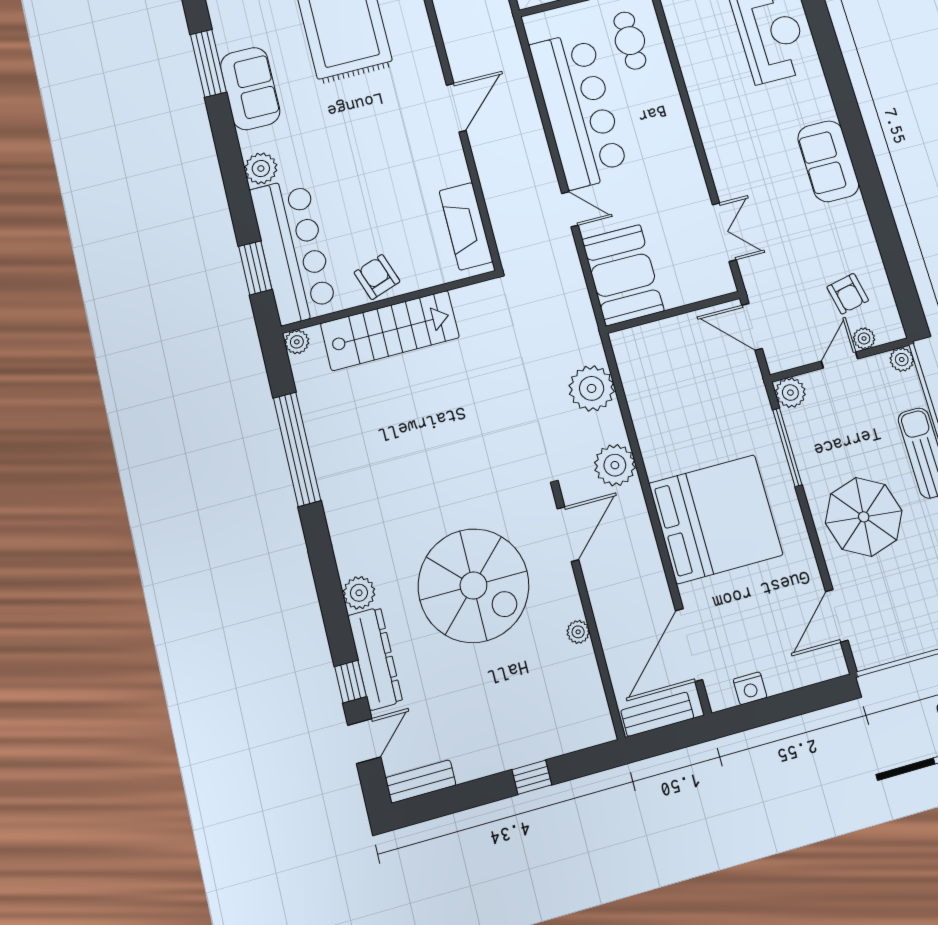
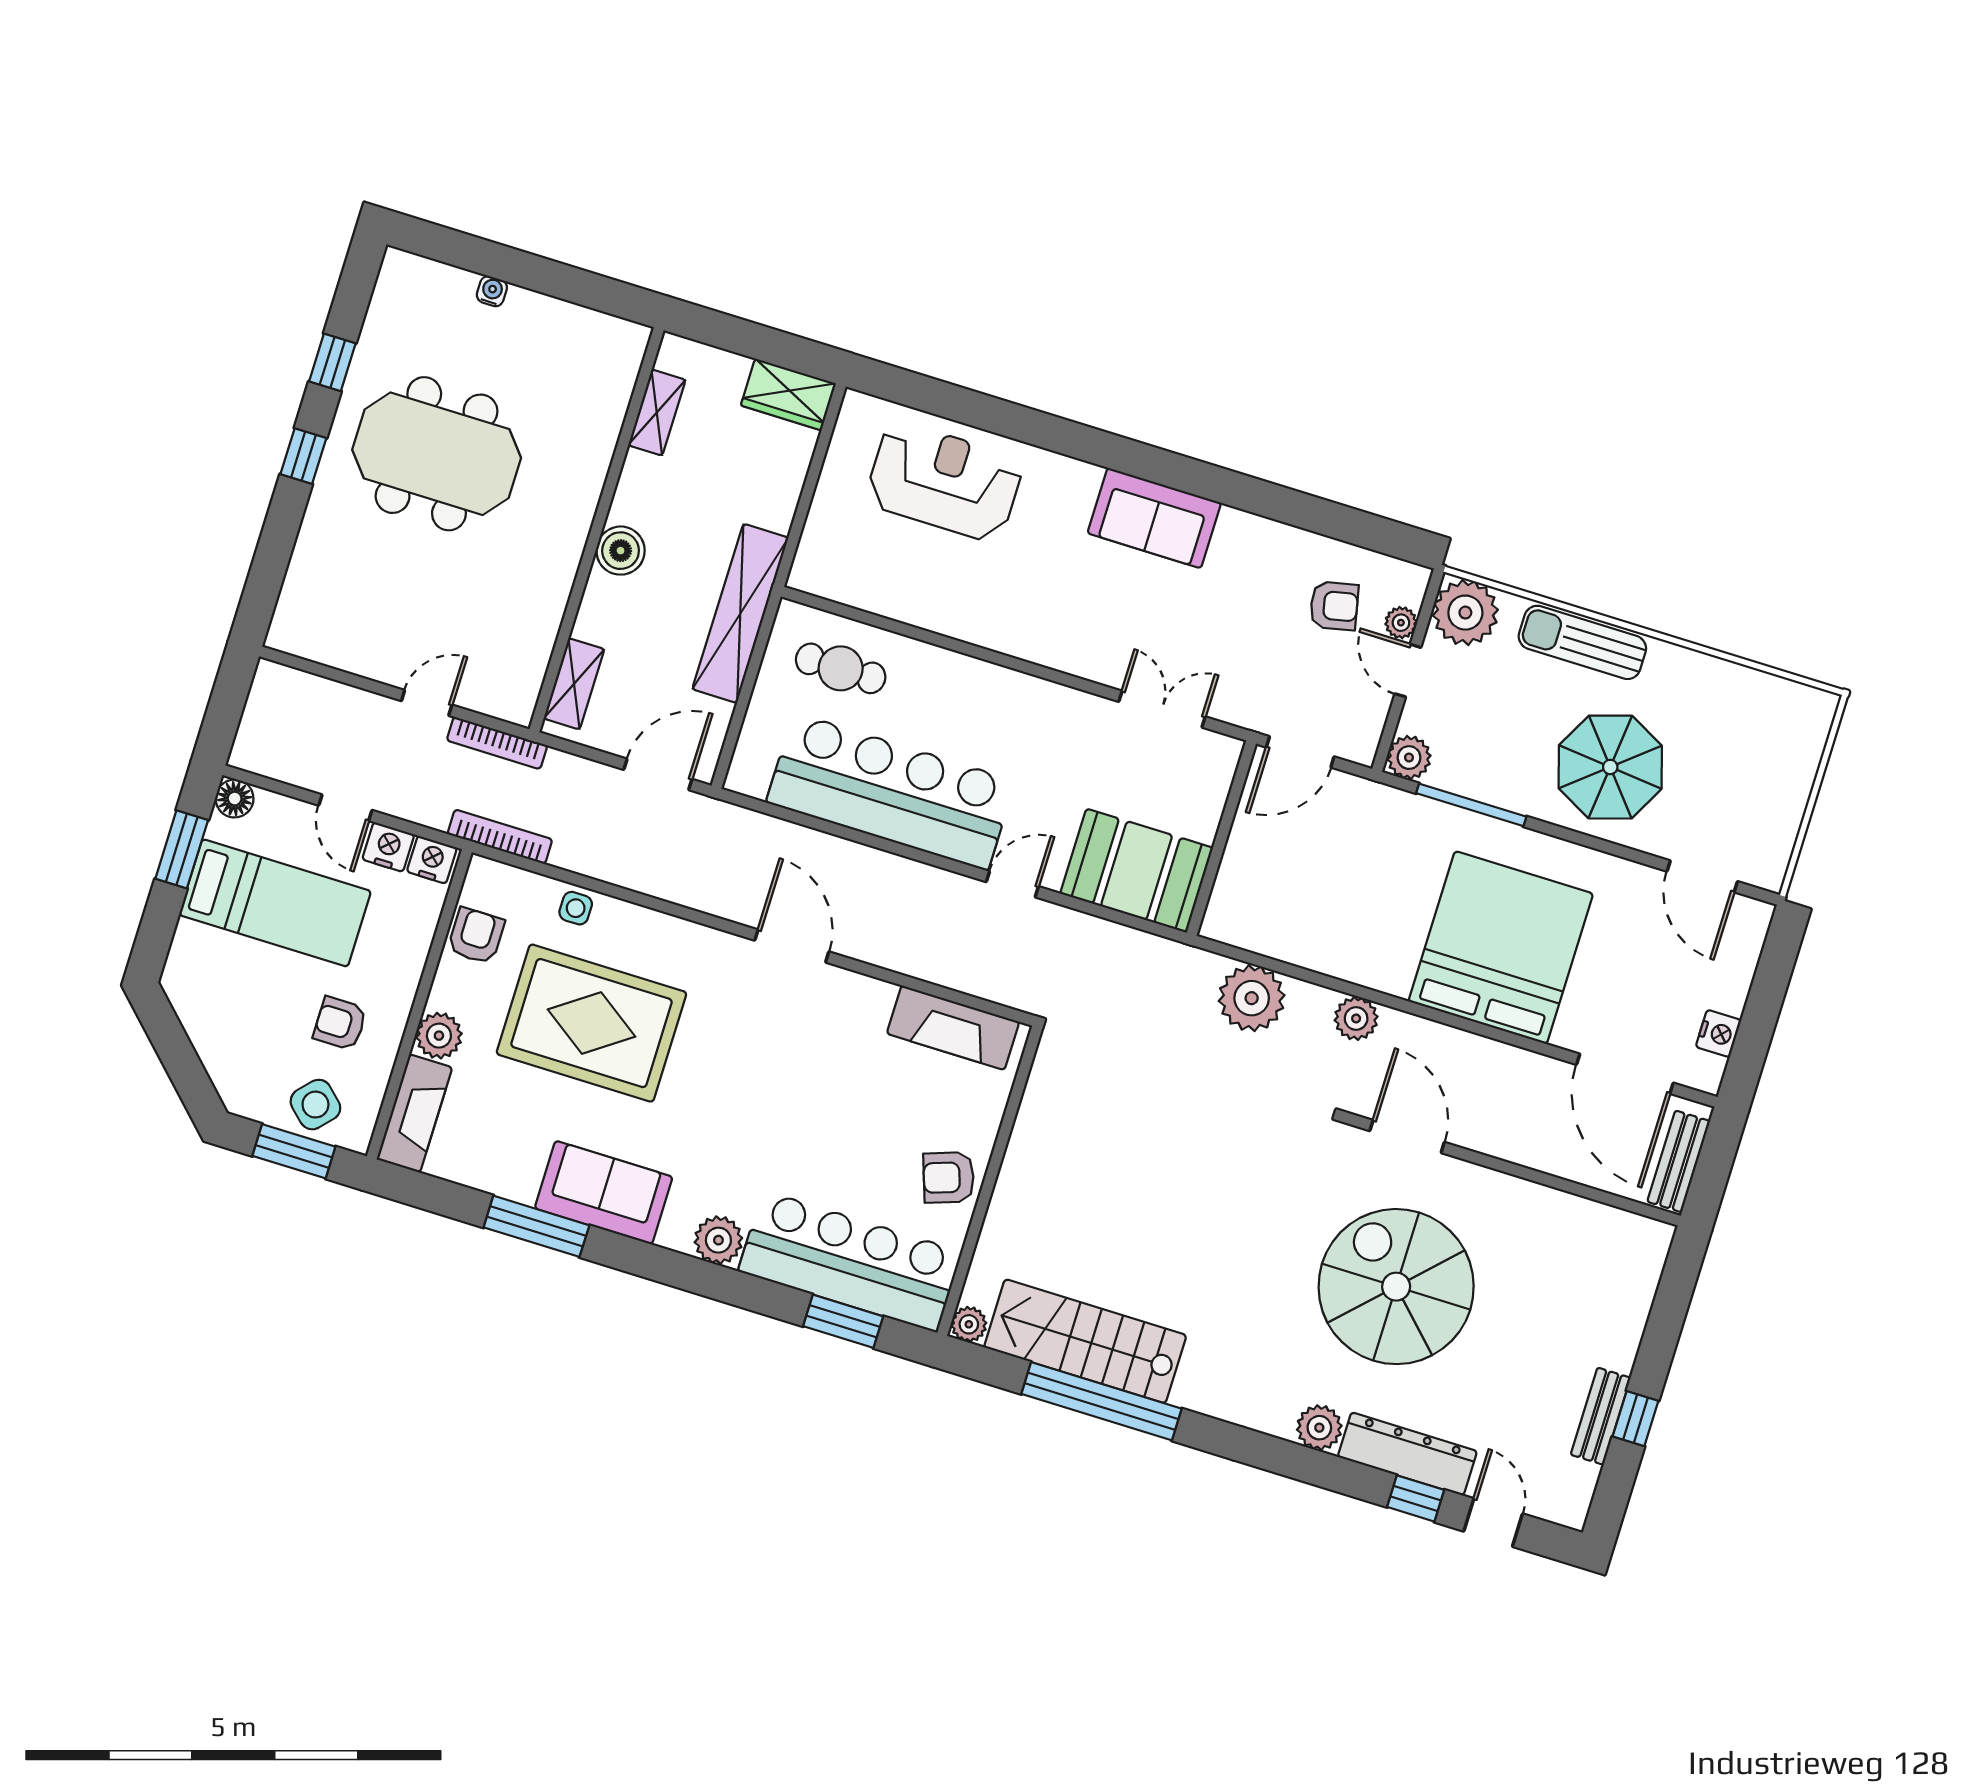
stairs: (390, 330) -> (1085, 1341), moved, turned -90
plant: (902, 360) -> (1465, 613), width x1.87, depth x1.87
plant: (615, 465) -> (1356, 1018), width x0.73, depth x0.73
spiral stairs: (473, 585) -> (1396, 1287), turned -90
plant: (578, 632) -> (1527, 1196), removed
window: (532, 777) -> (1635, 1419), moved
bench: (421, 782) -> (1601, 1416), moved

